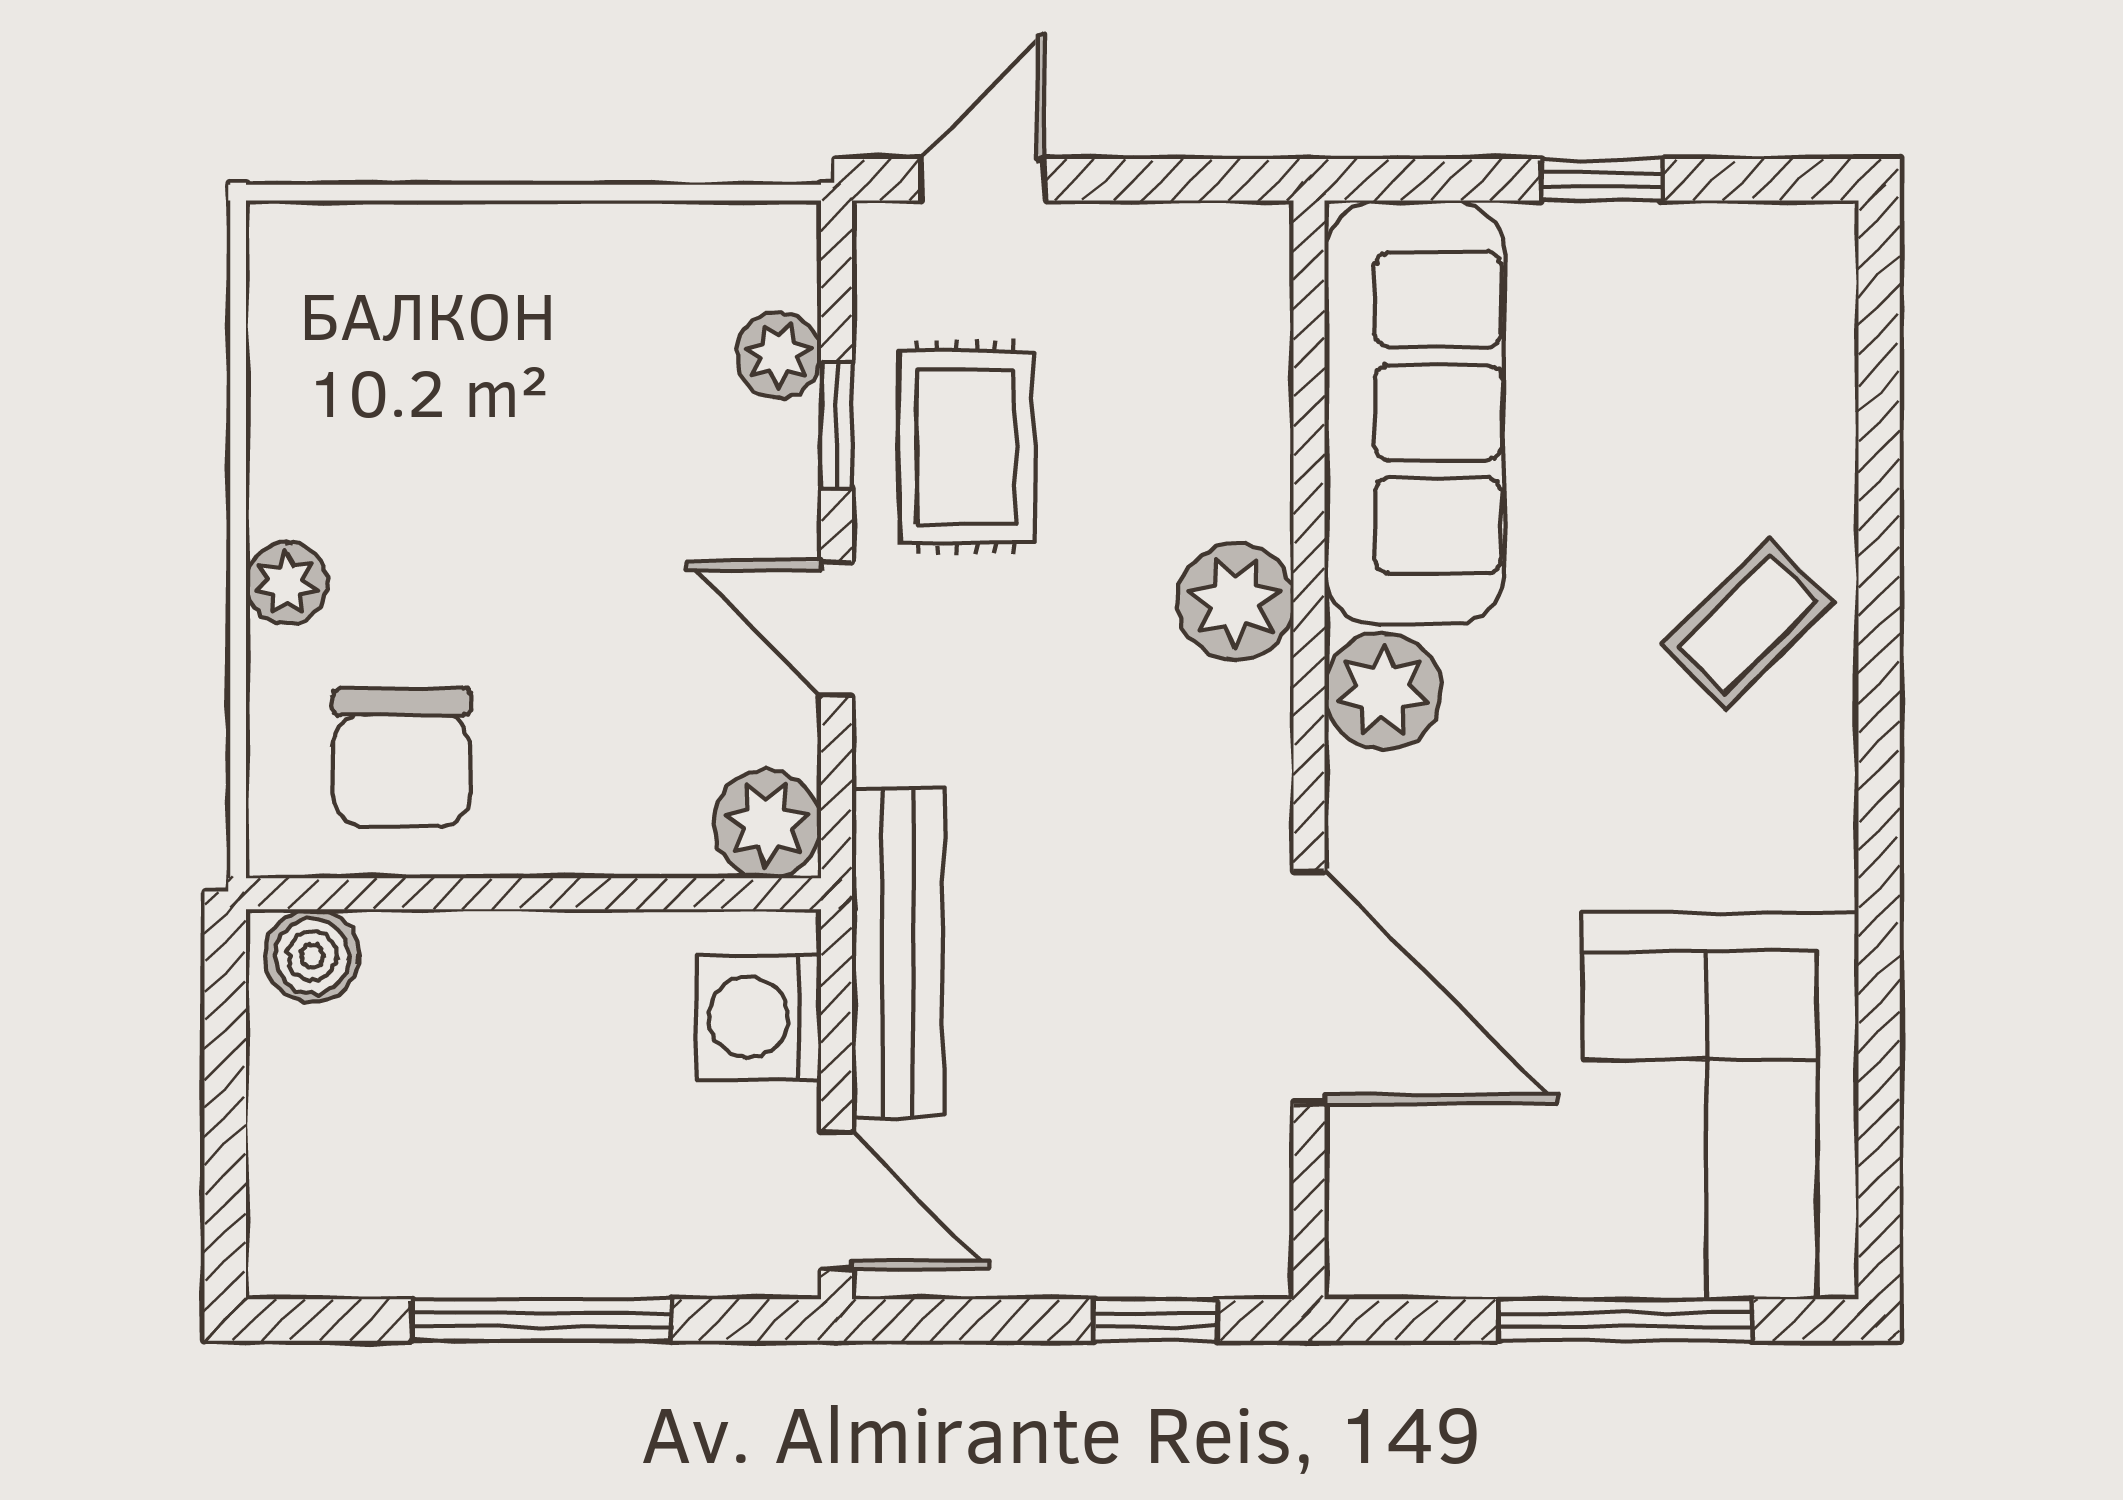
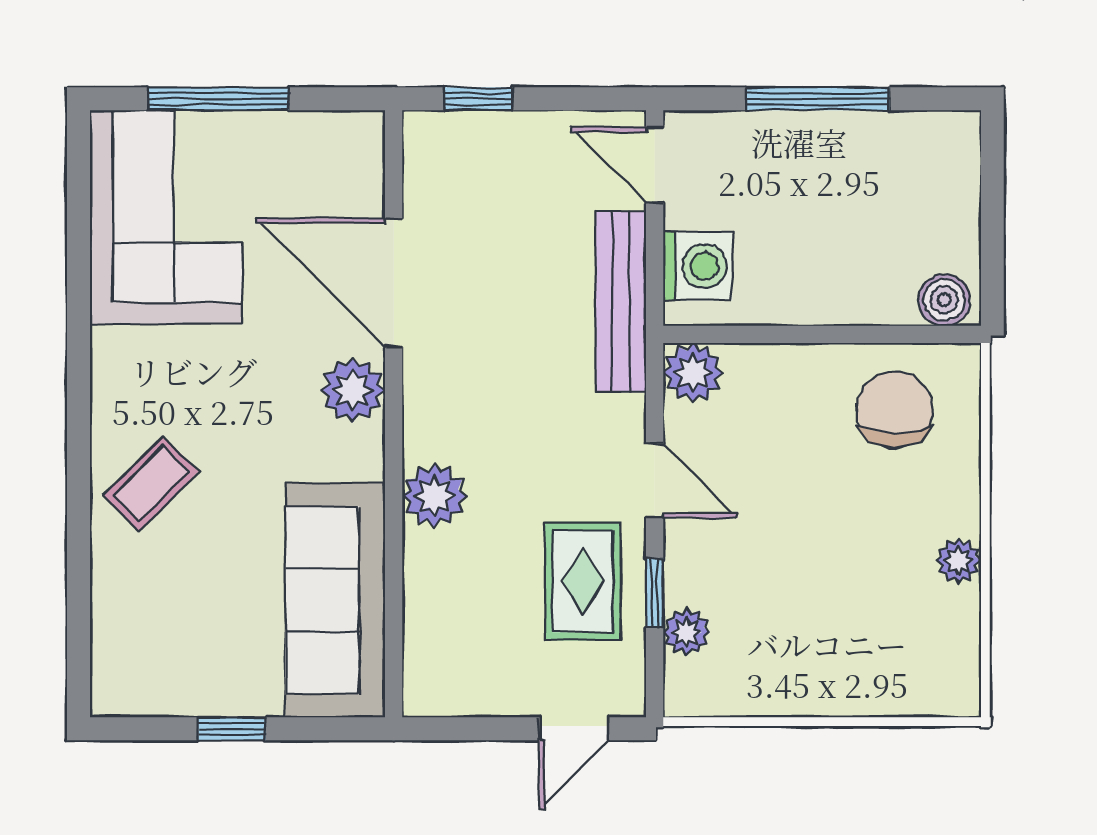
plant: (286, 583) -> (959, 561), moved
plant: (1383, 691) -> (353, 390), moved

